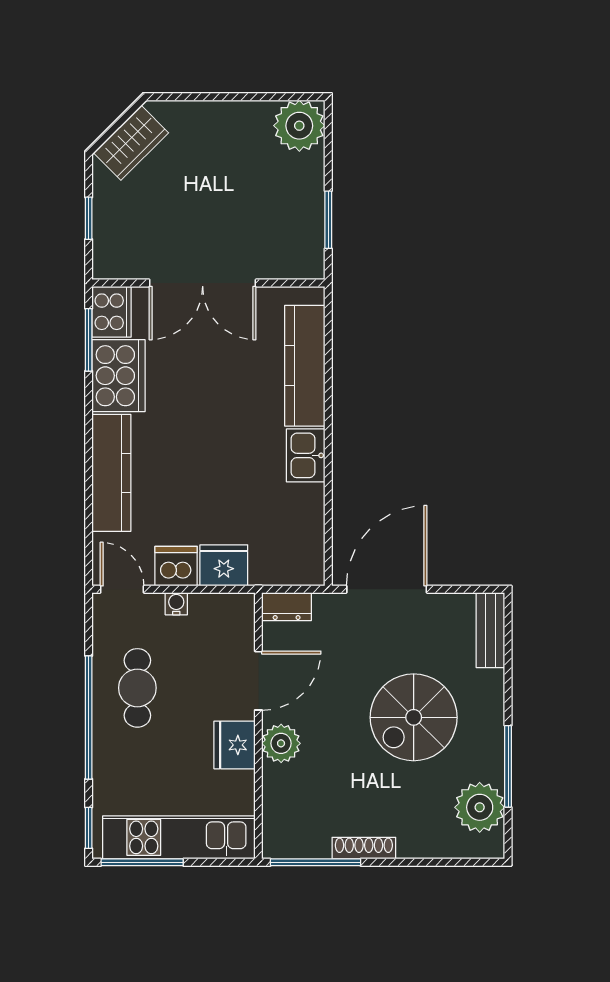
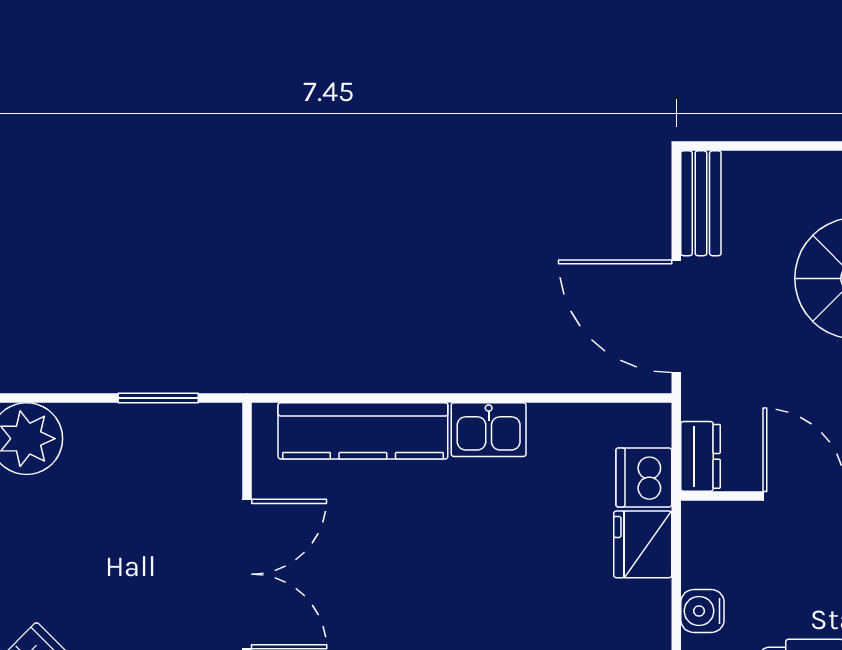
dishwasher: (176, 566) -> (644, 478), moved
water cooler: (176, 604) -> (702, 611), width x1.38, depth x1.38
bench: (490, 630) -> (701, 203), moved, turned 90

